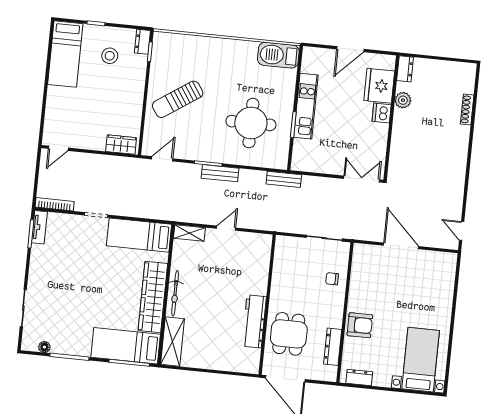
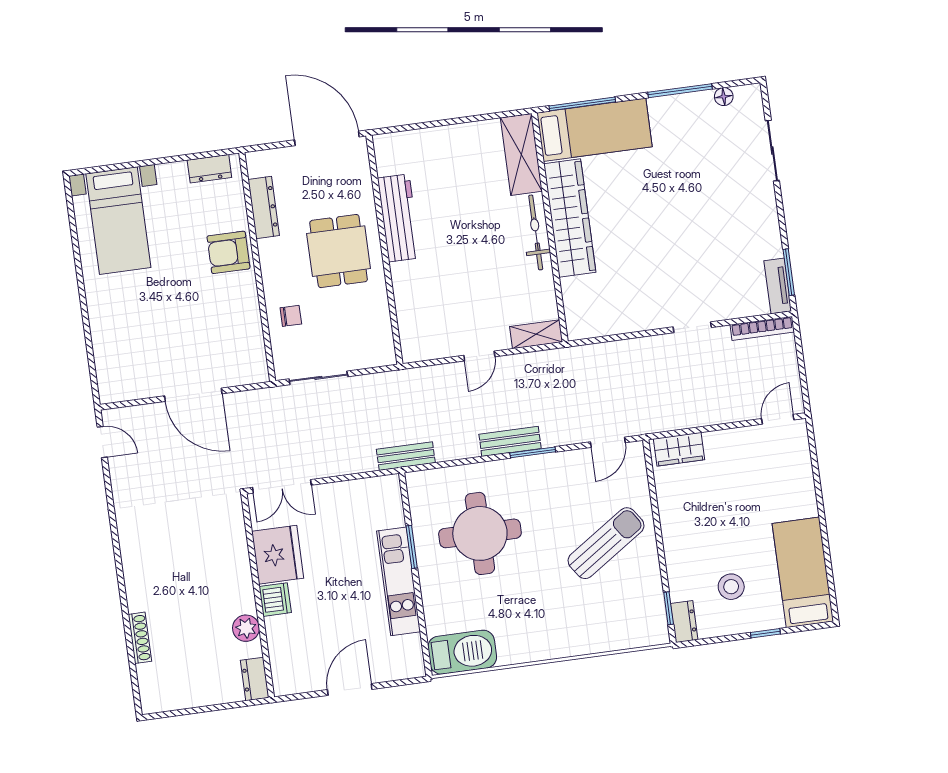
fridge: (379, 86) -> (278, 555), moved
bed: (139, 235) -> (616, 312), removed
dining table: (289, 334) -> (339, 251), moved

